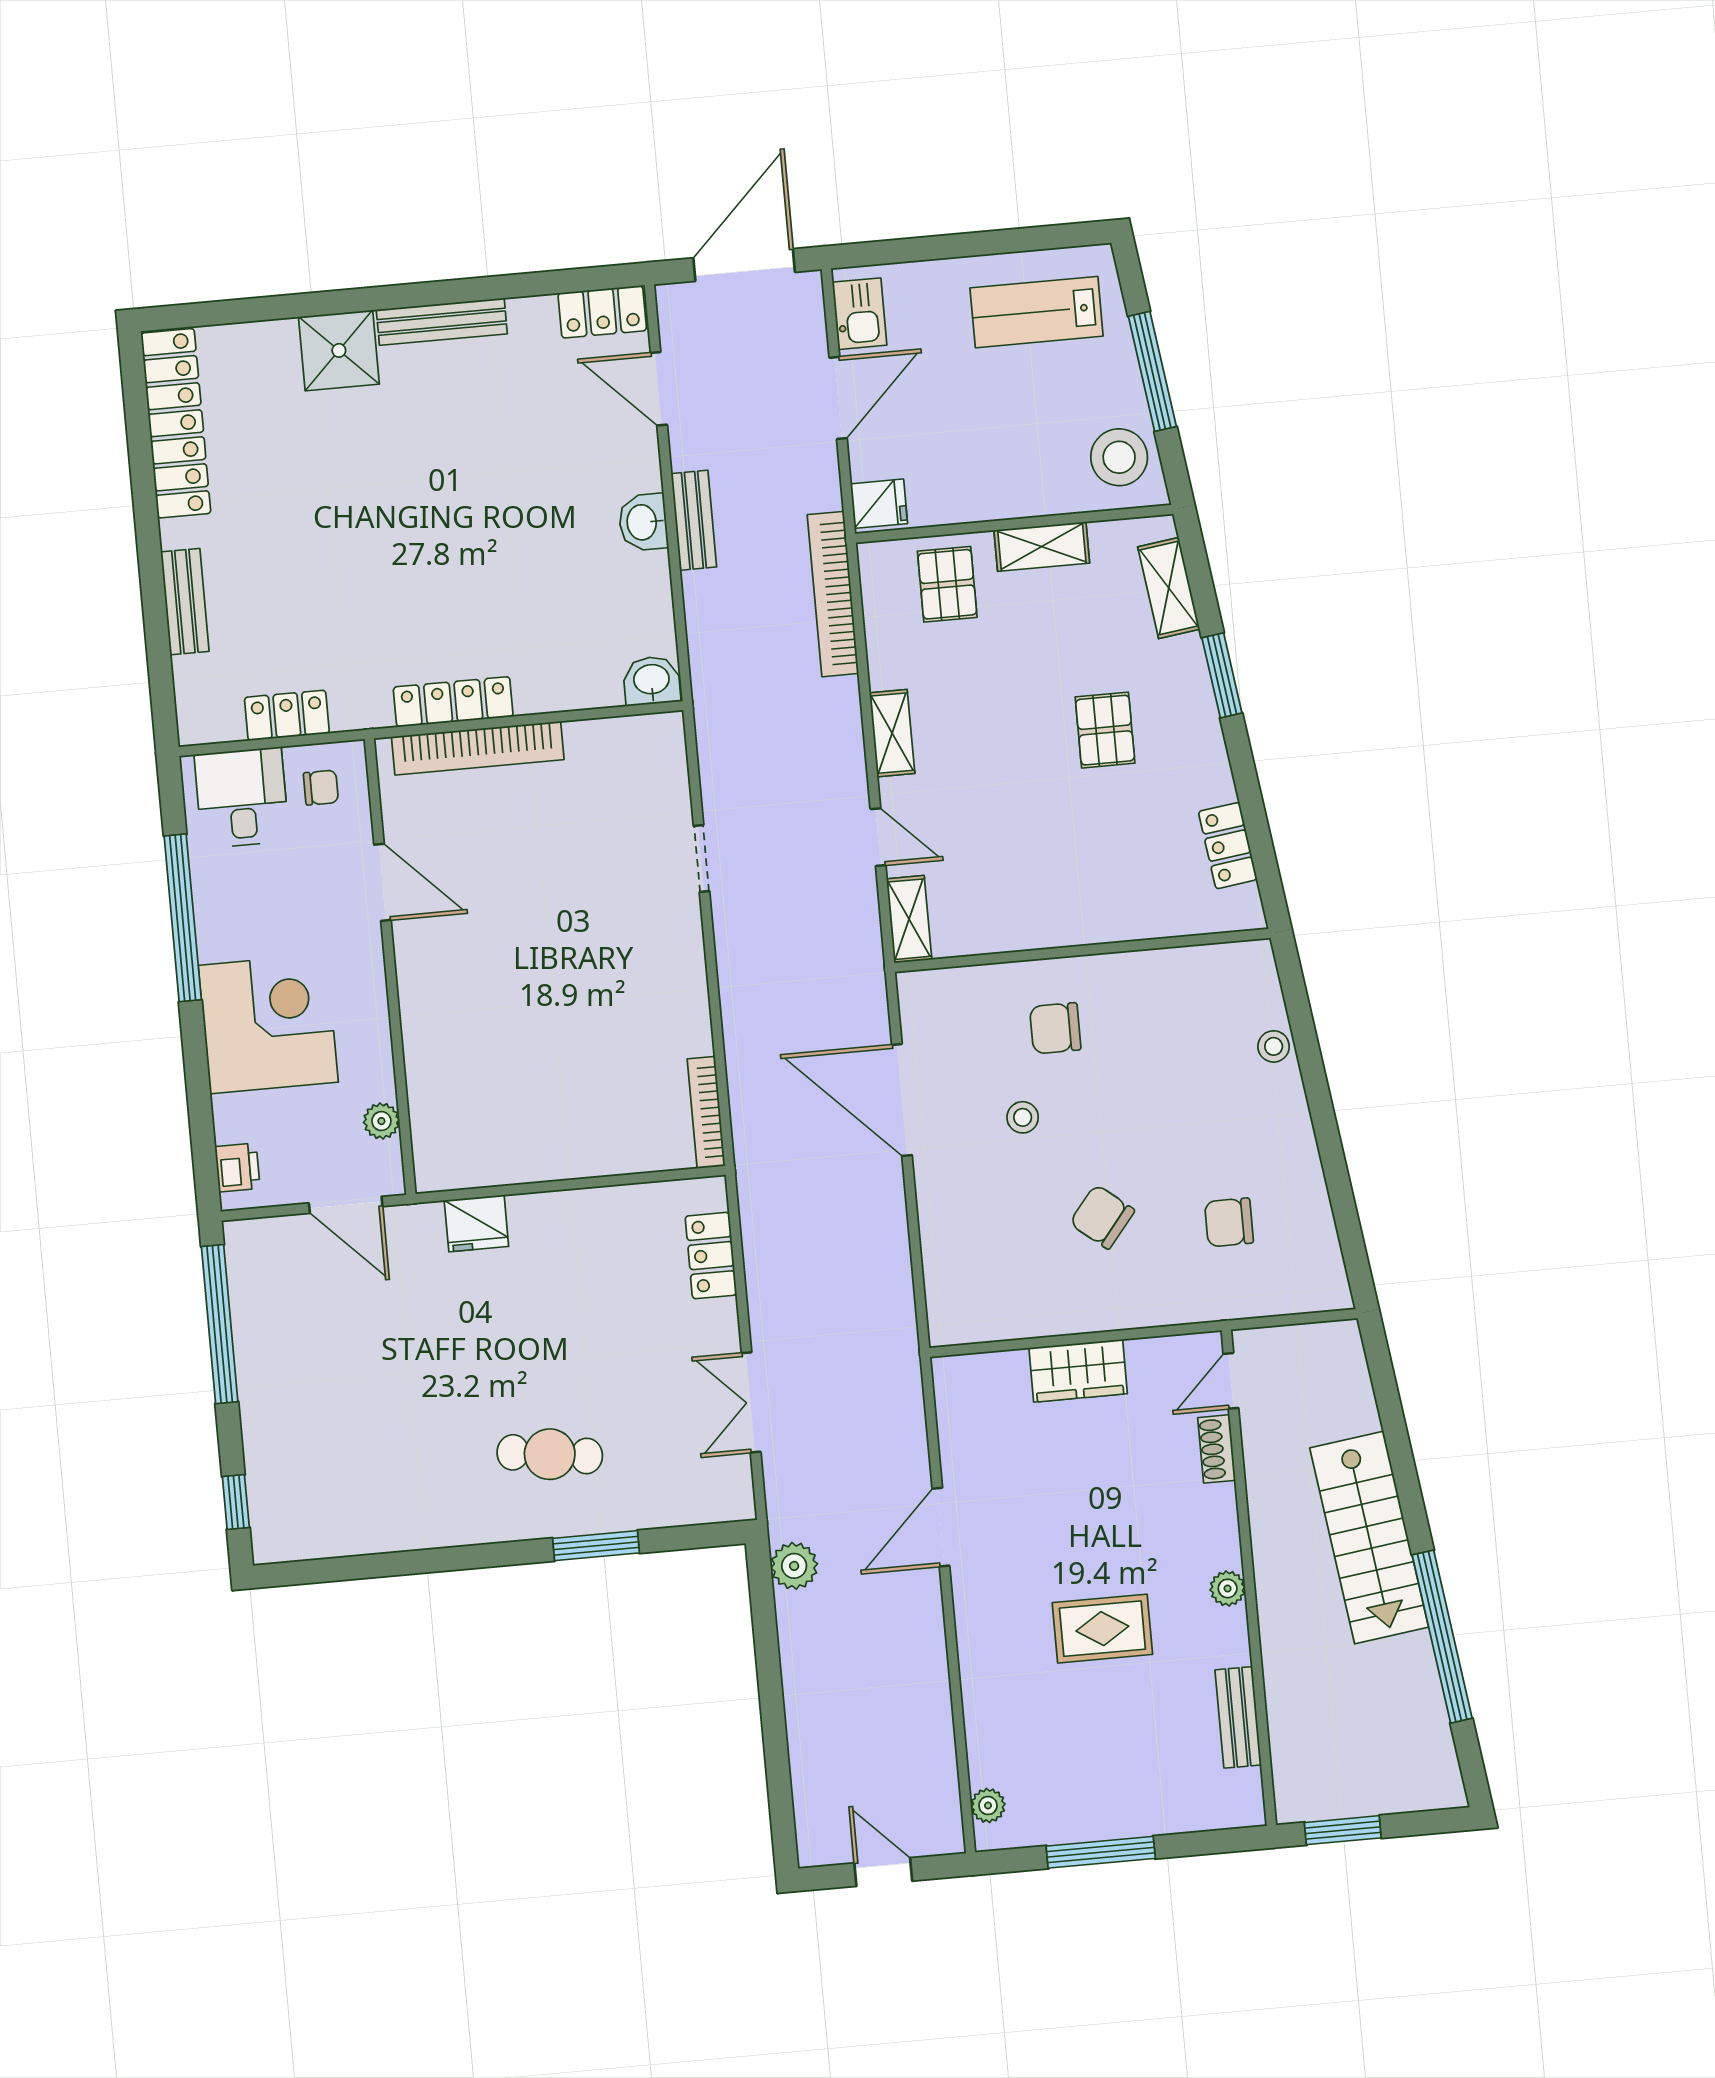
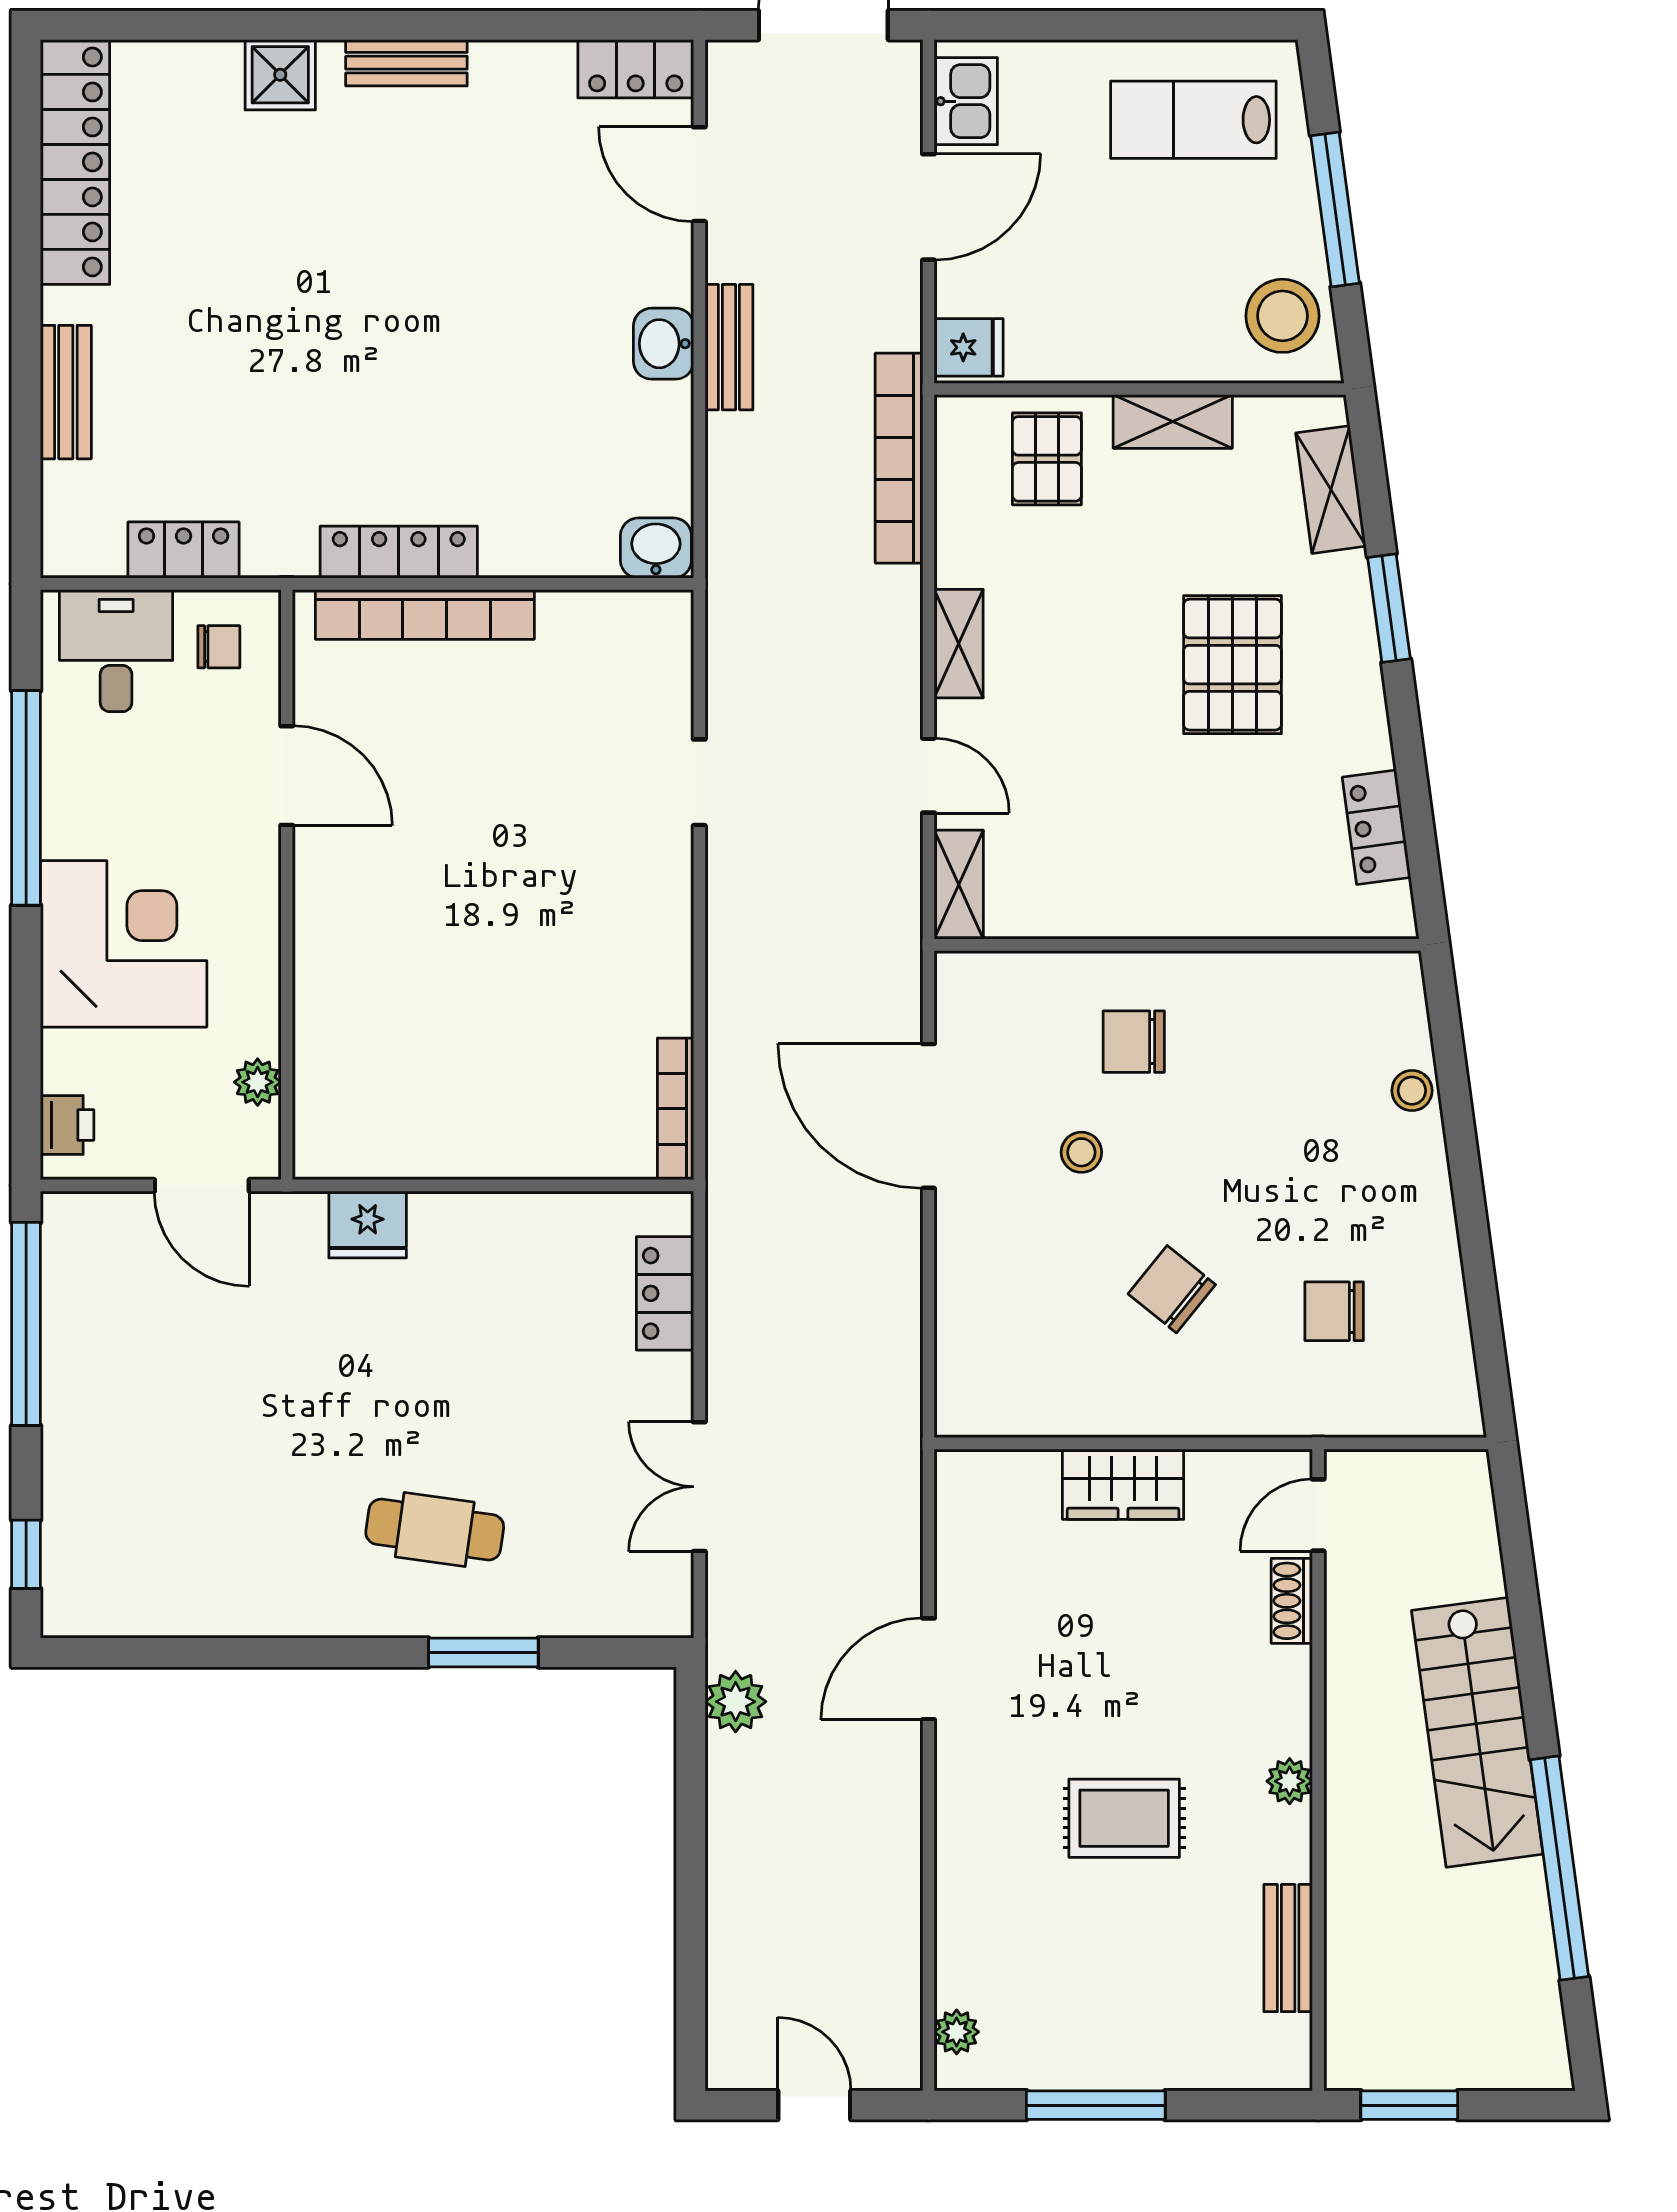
bench: (442, 322) -> (406, 63), width x0.73
shower: (339, 350) -> (280, 75), width x0.73, depth x0.73
pallet: (1105, 730) -> (1232, 665), width x1.50, depth x1.42

